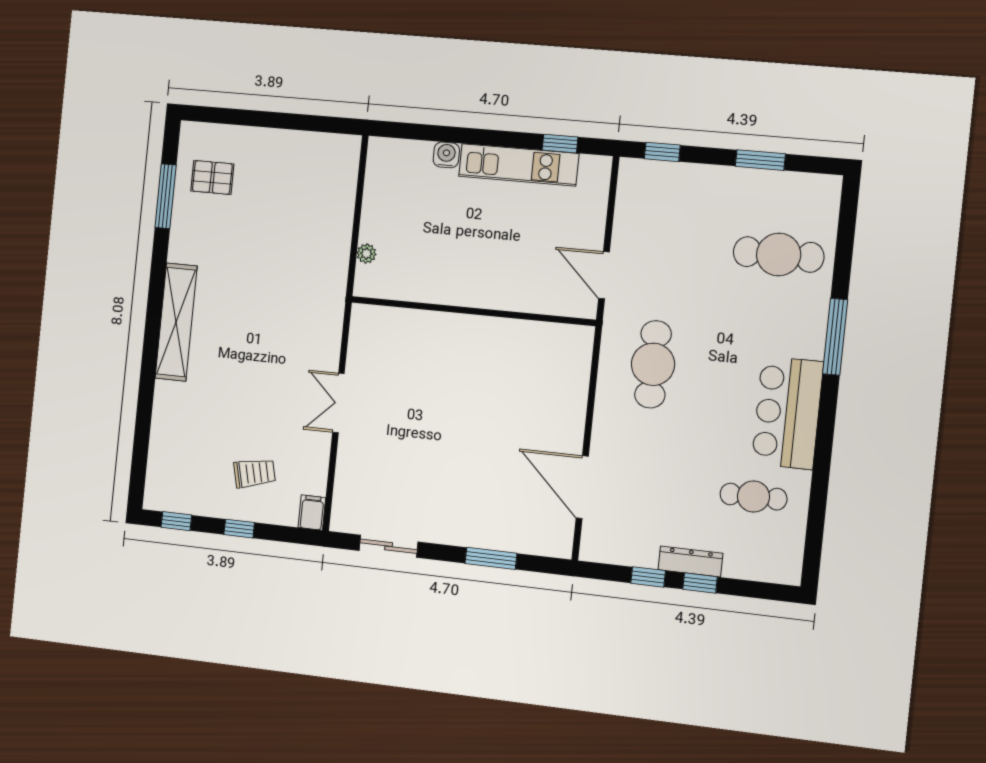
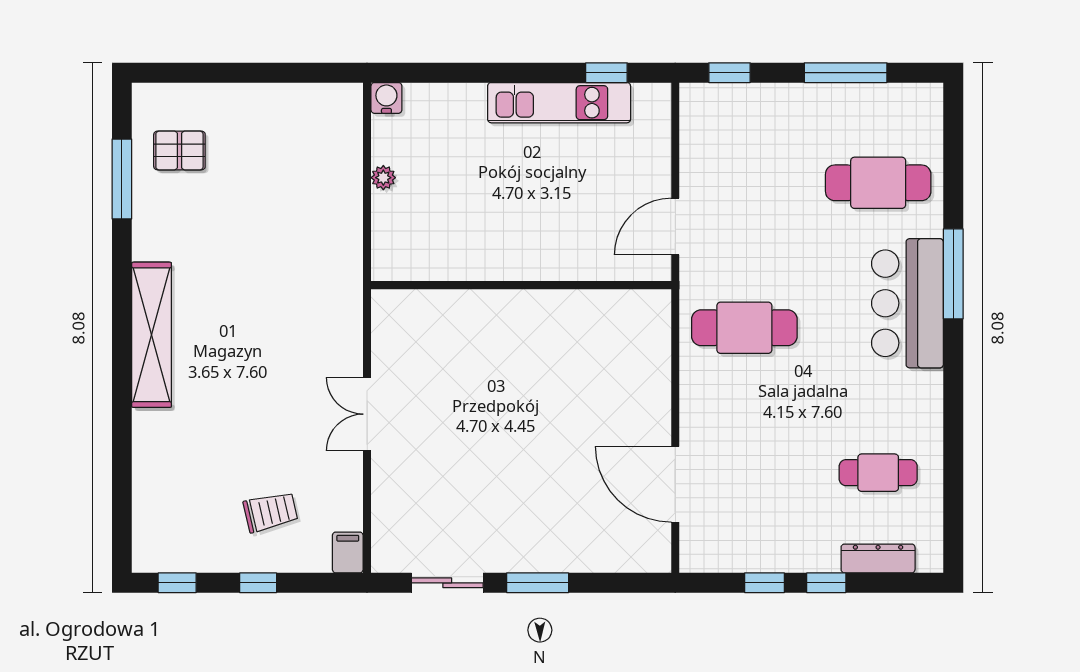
water cooler: (446, 155) -> (386, 98), moved
window: (760, 160) -> (846, 73), width x1.44
plant: (366, 254) -> (383, 178), moved
door: (604, 275) -> (675, 227), hinge flipped
cafe table: (653, 364) -> (744, 328), turned 90
bar counter: (788, 413) -> (907, 303), moved
window: (491, 558) -> (538, 583), moved
dresser: (690, 562) -> (878, 558), moved

